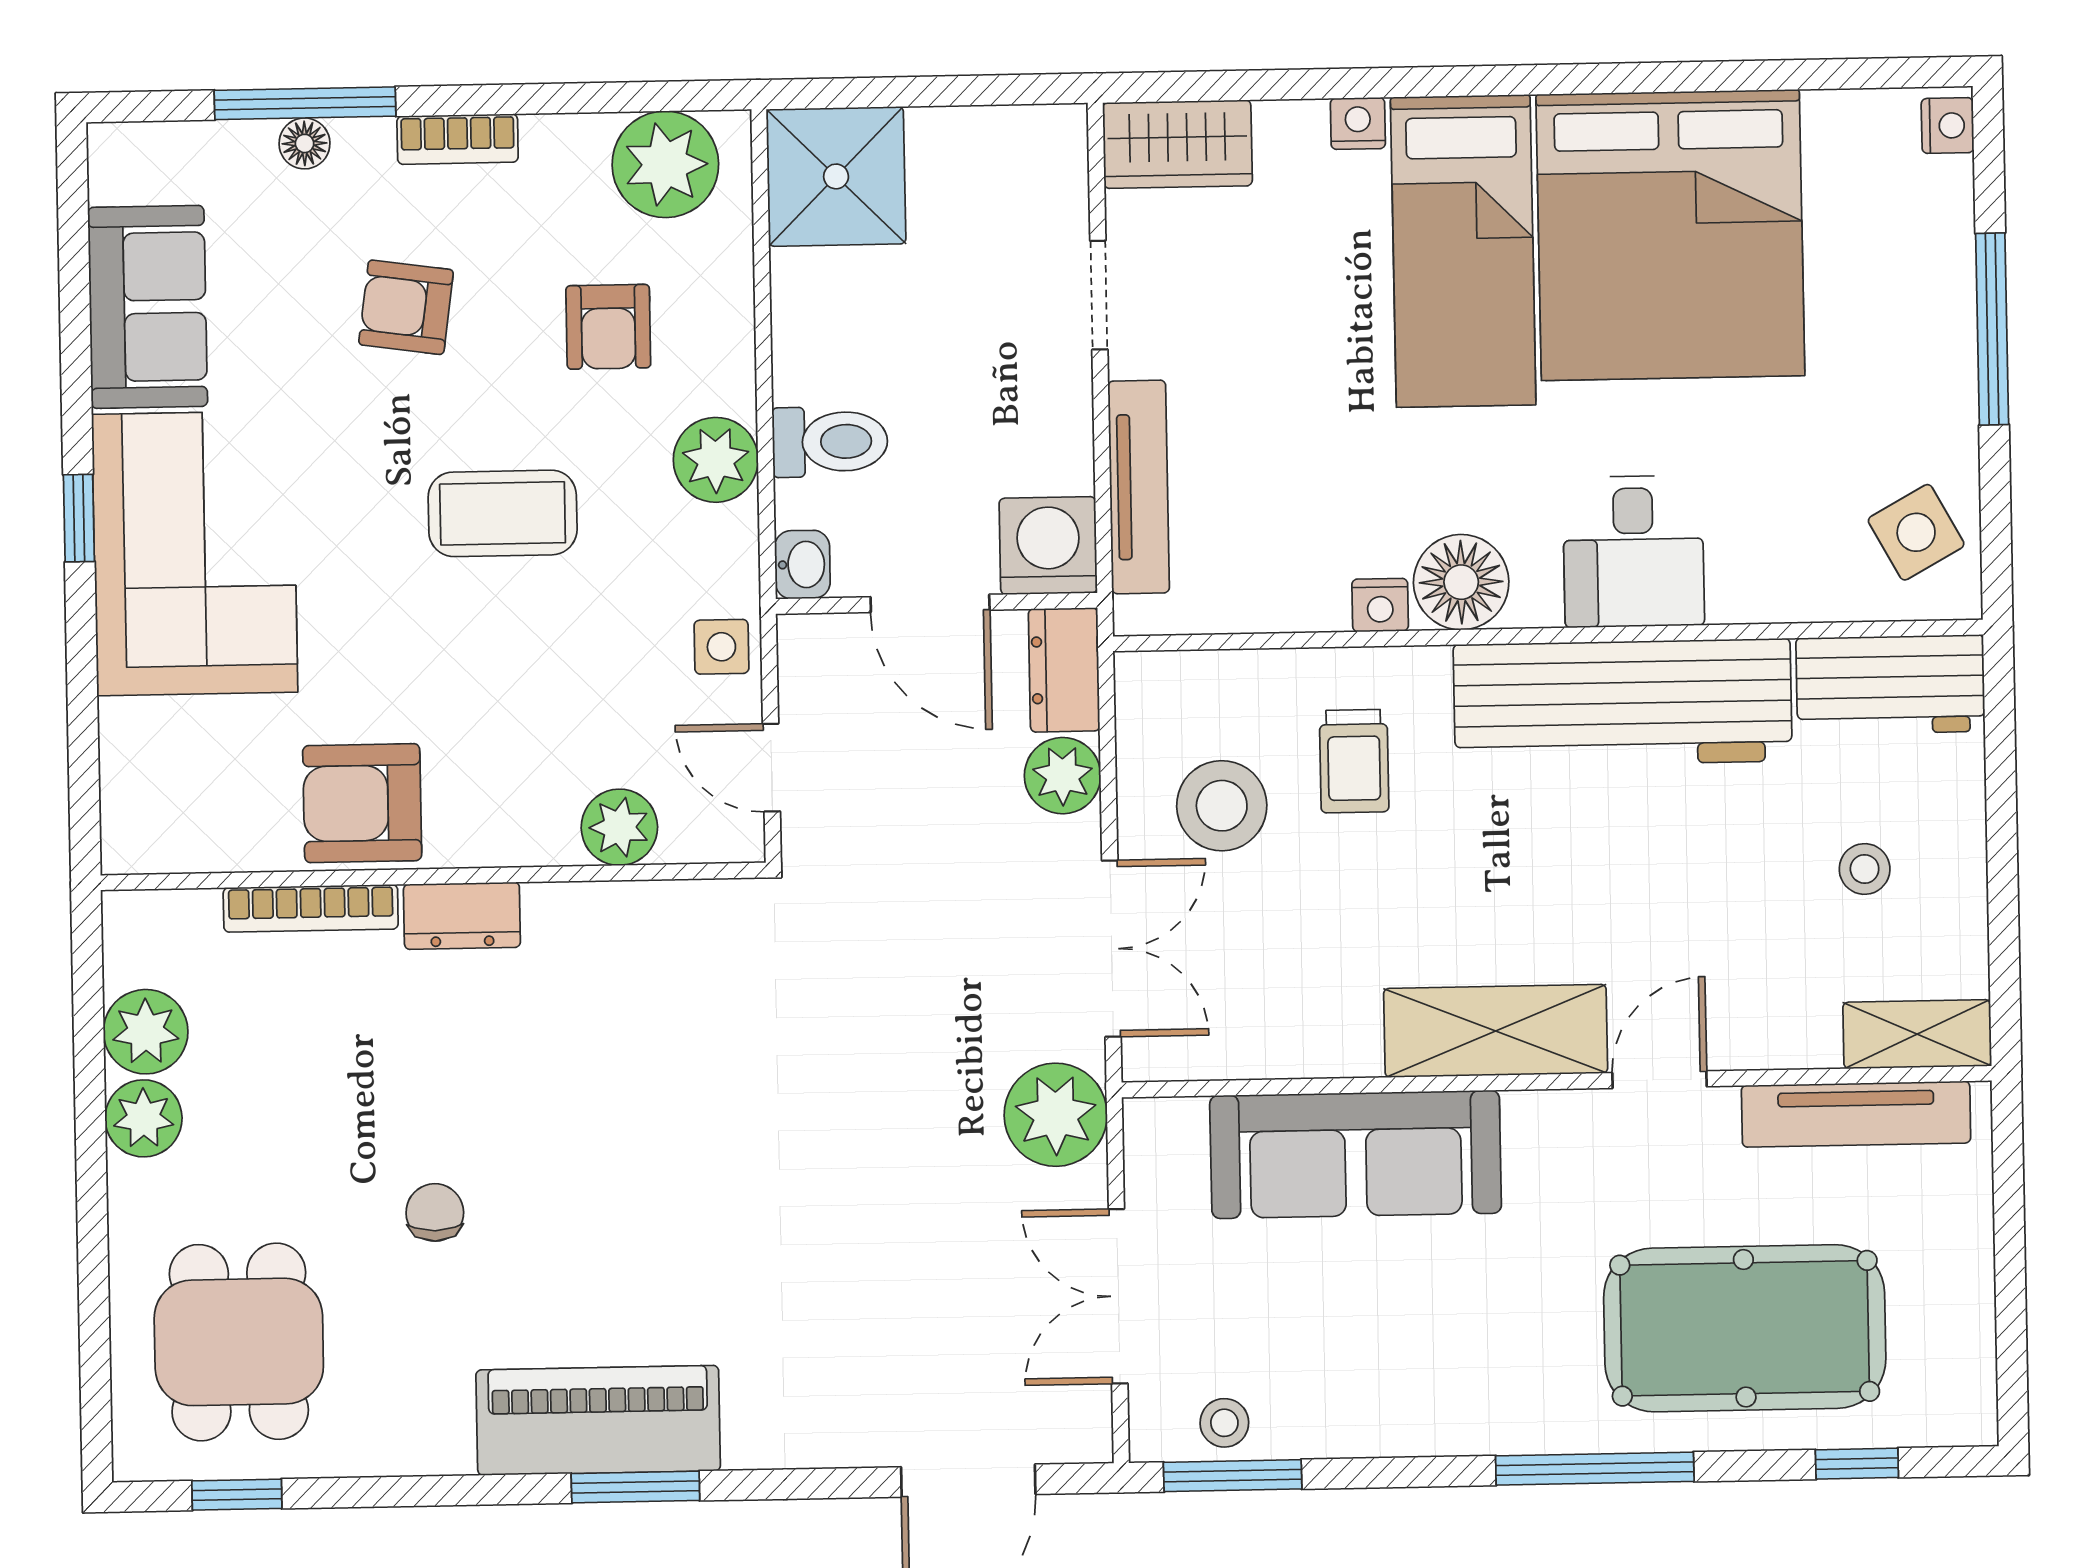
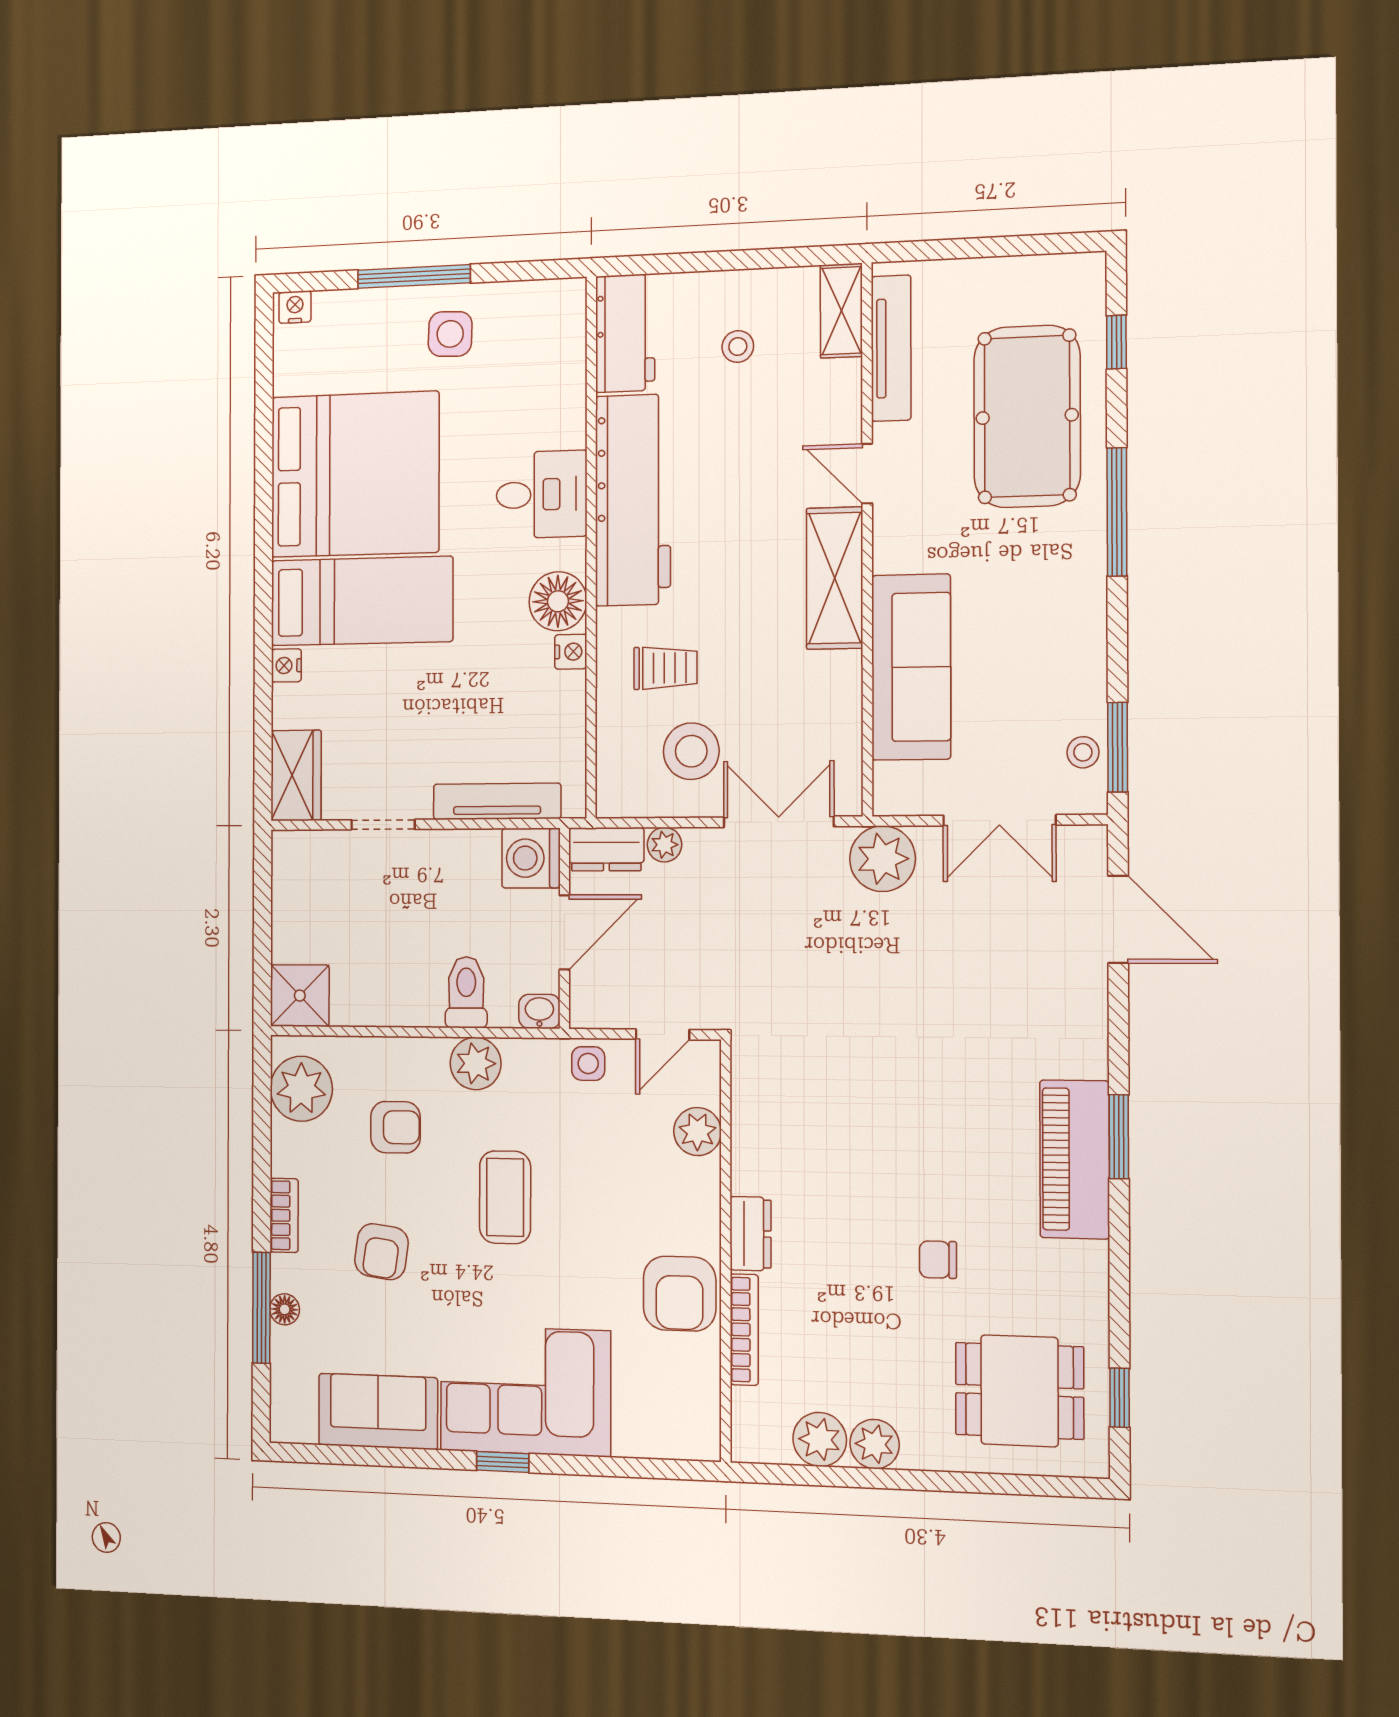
shower: (836, 176) -> (300, 996), width x0.73, depth x0.73
side table: (1916, 532) -> (450, 334), moved, turned 31
plant: (1063, 776) -> (664, 845), width x0.73, depth x0.73

